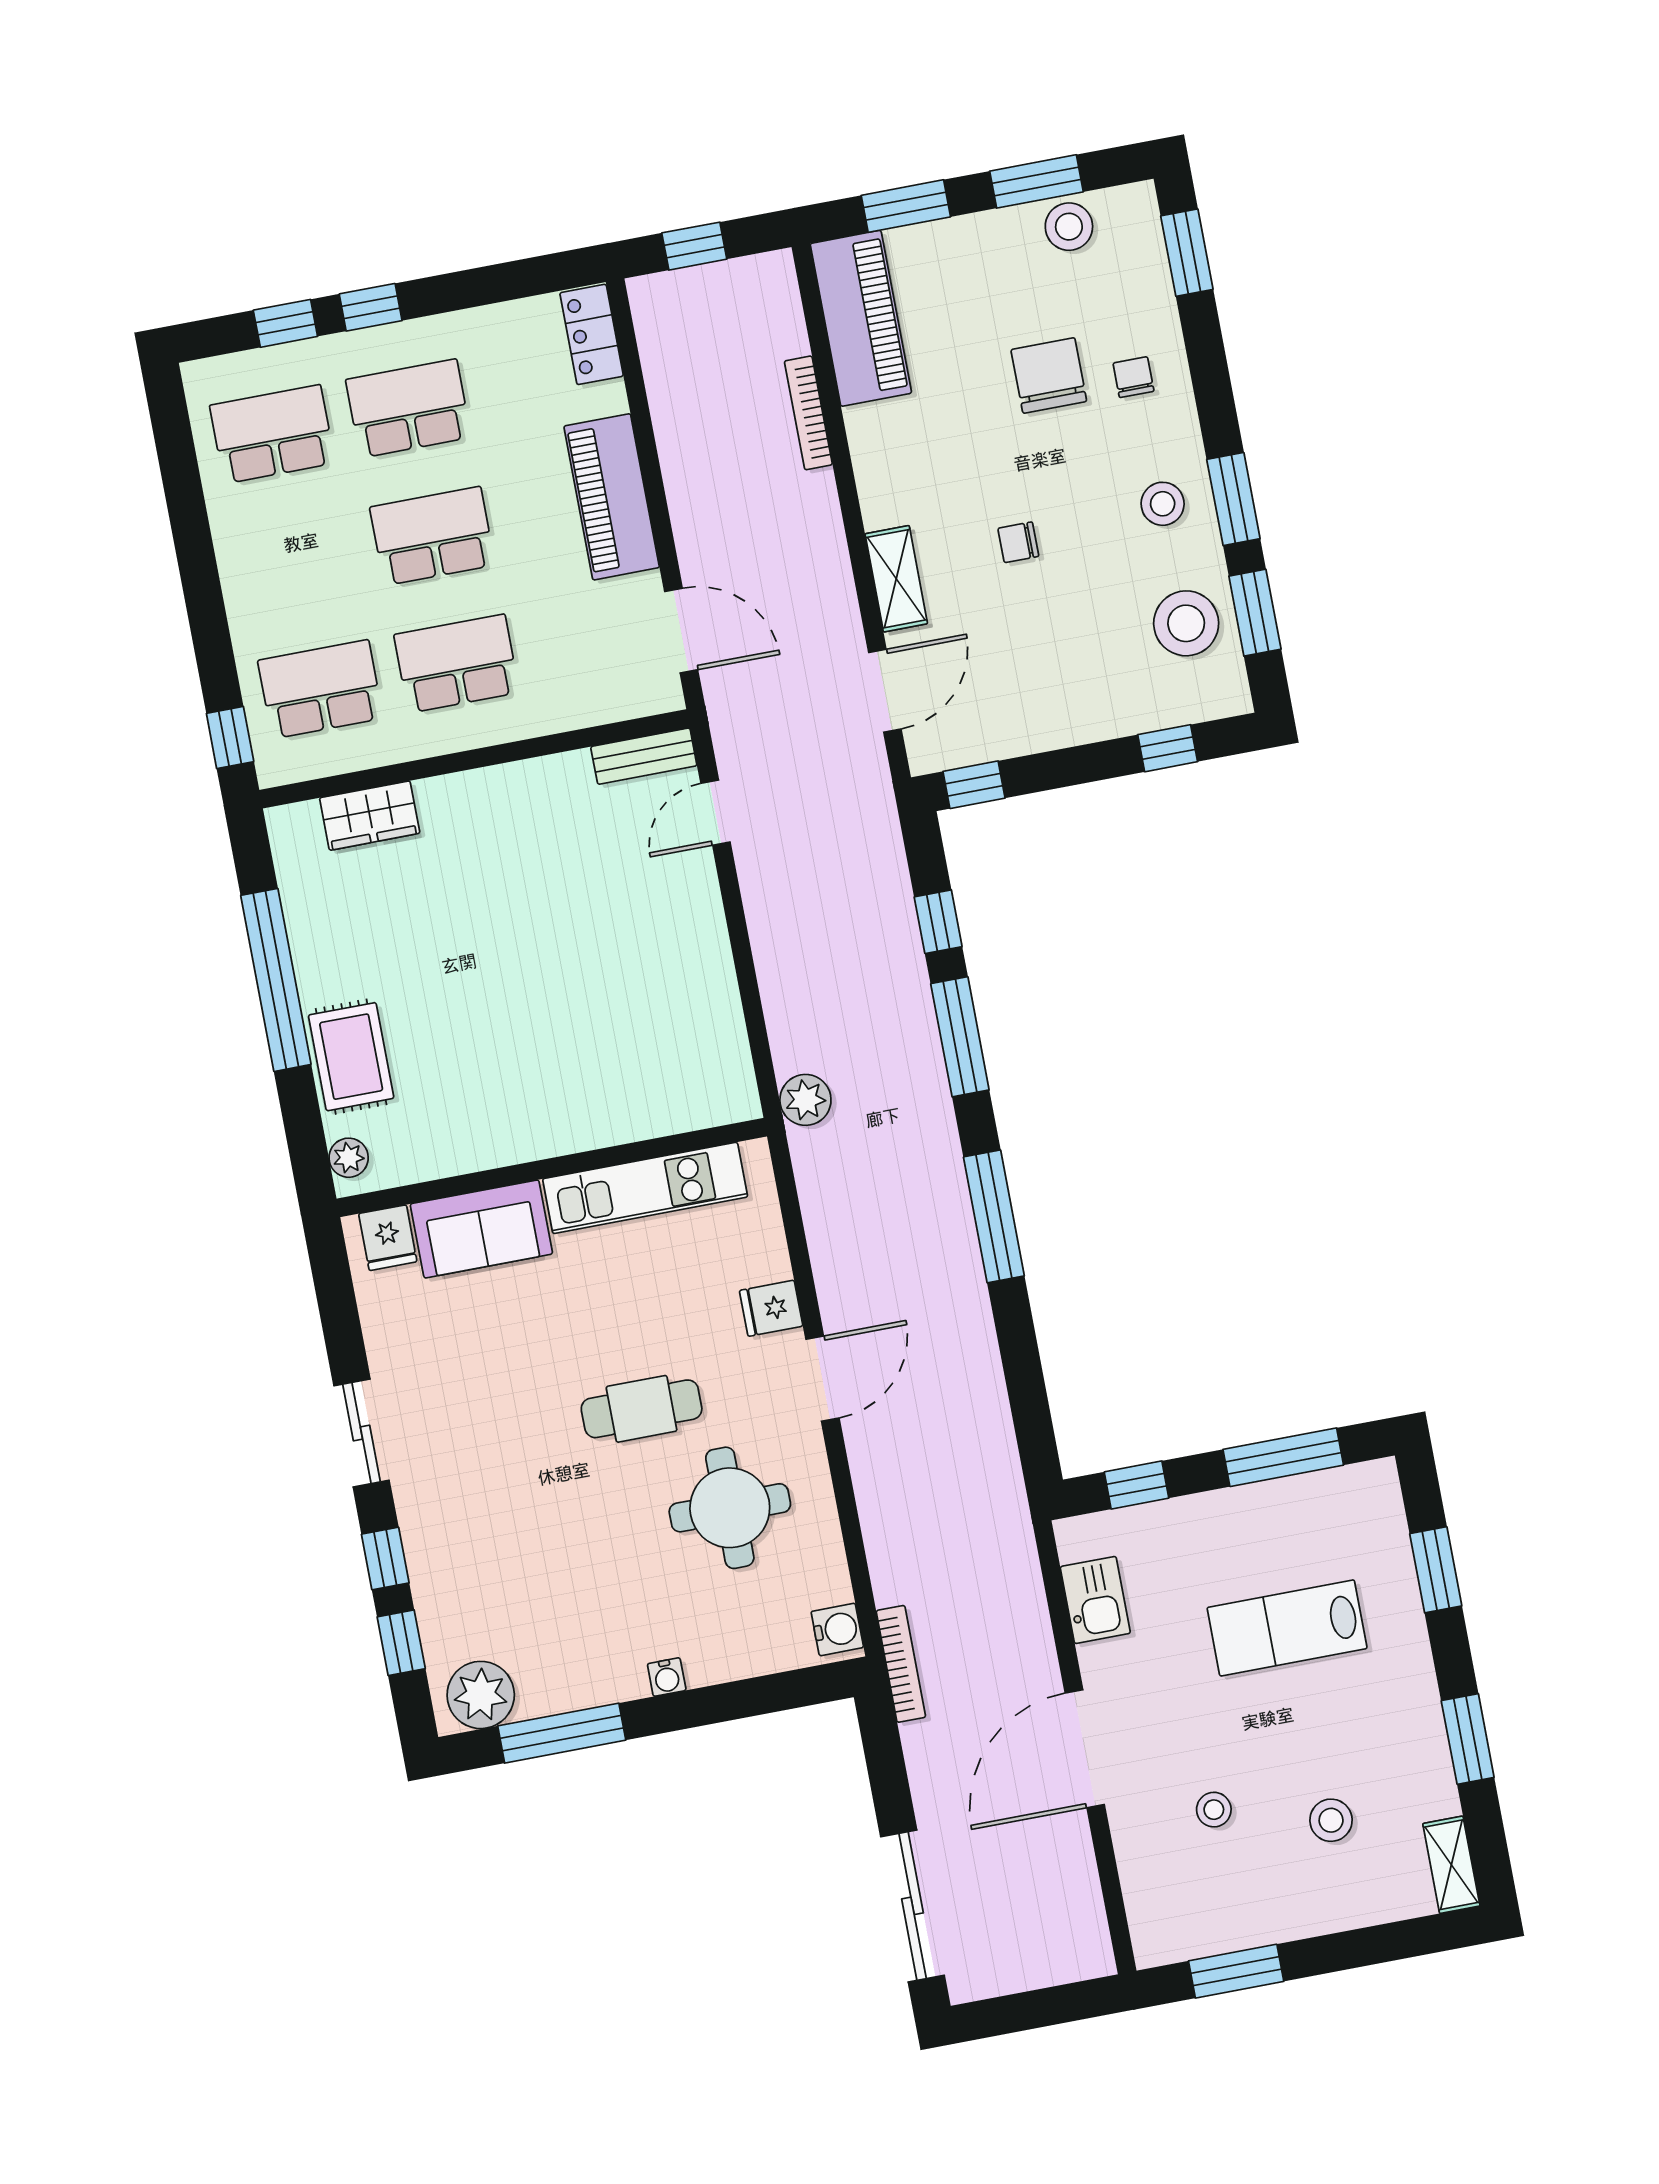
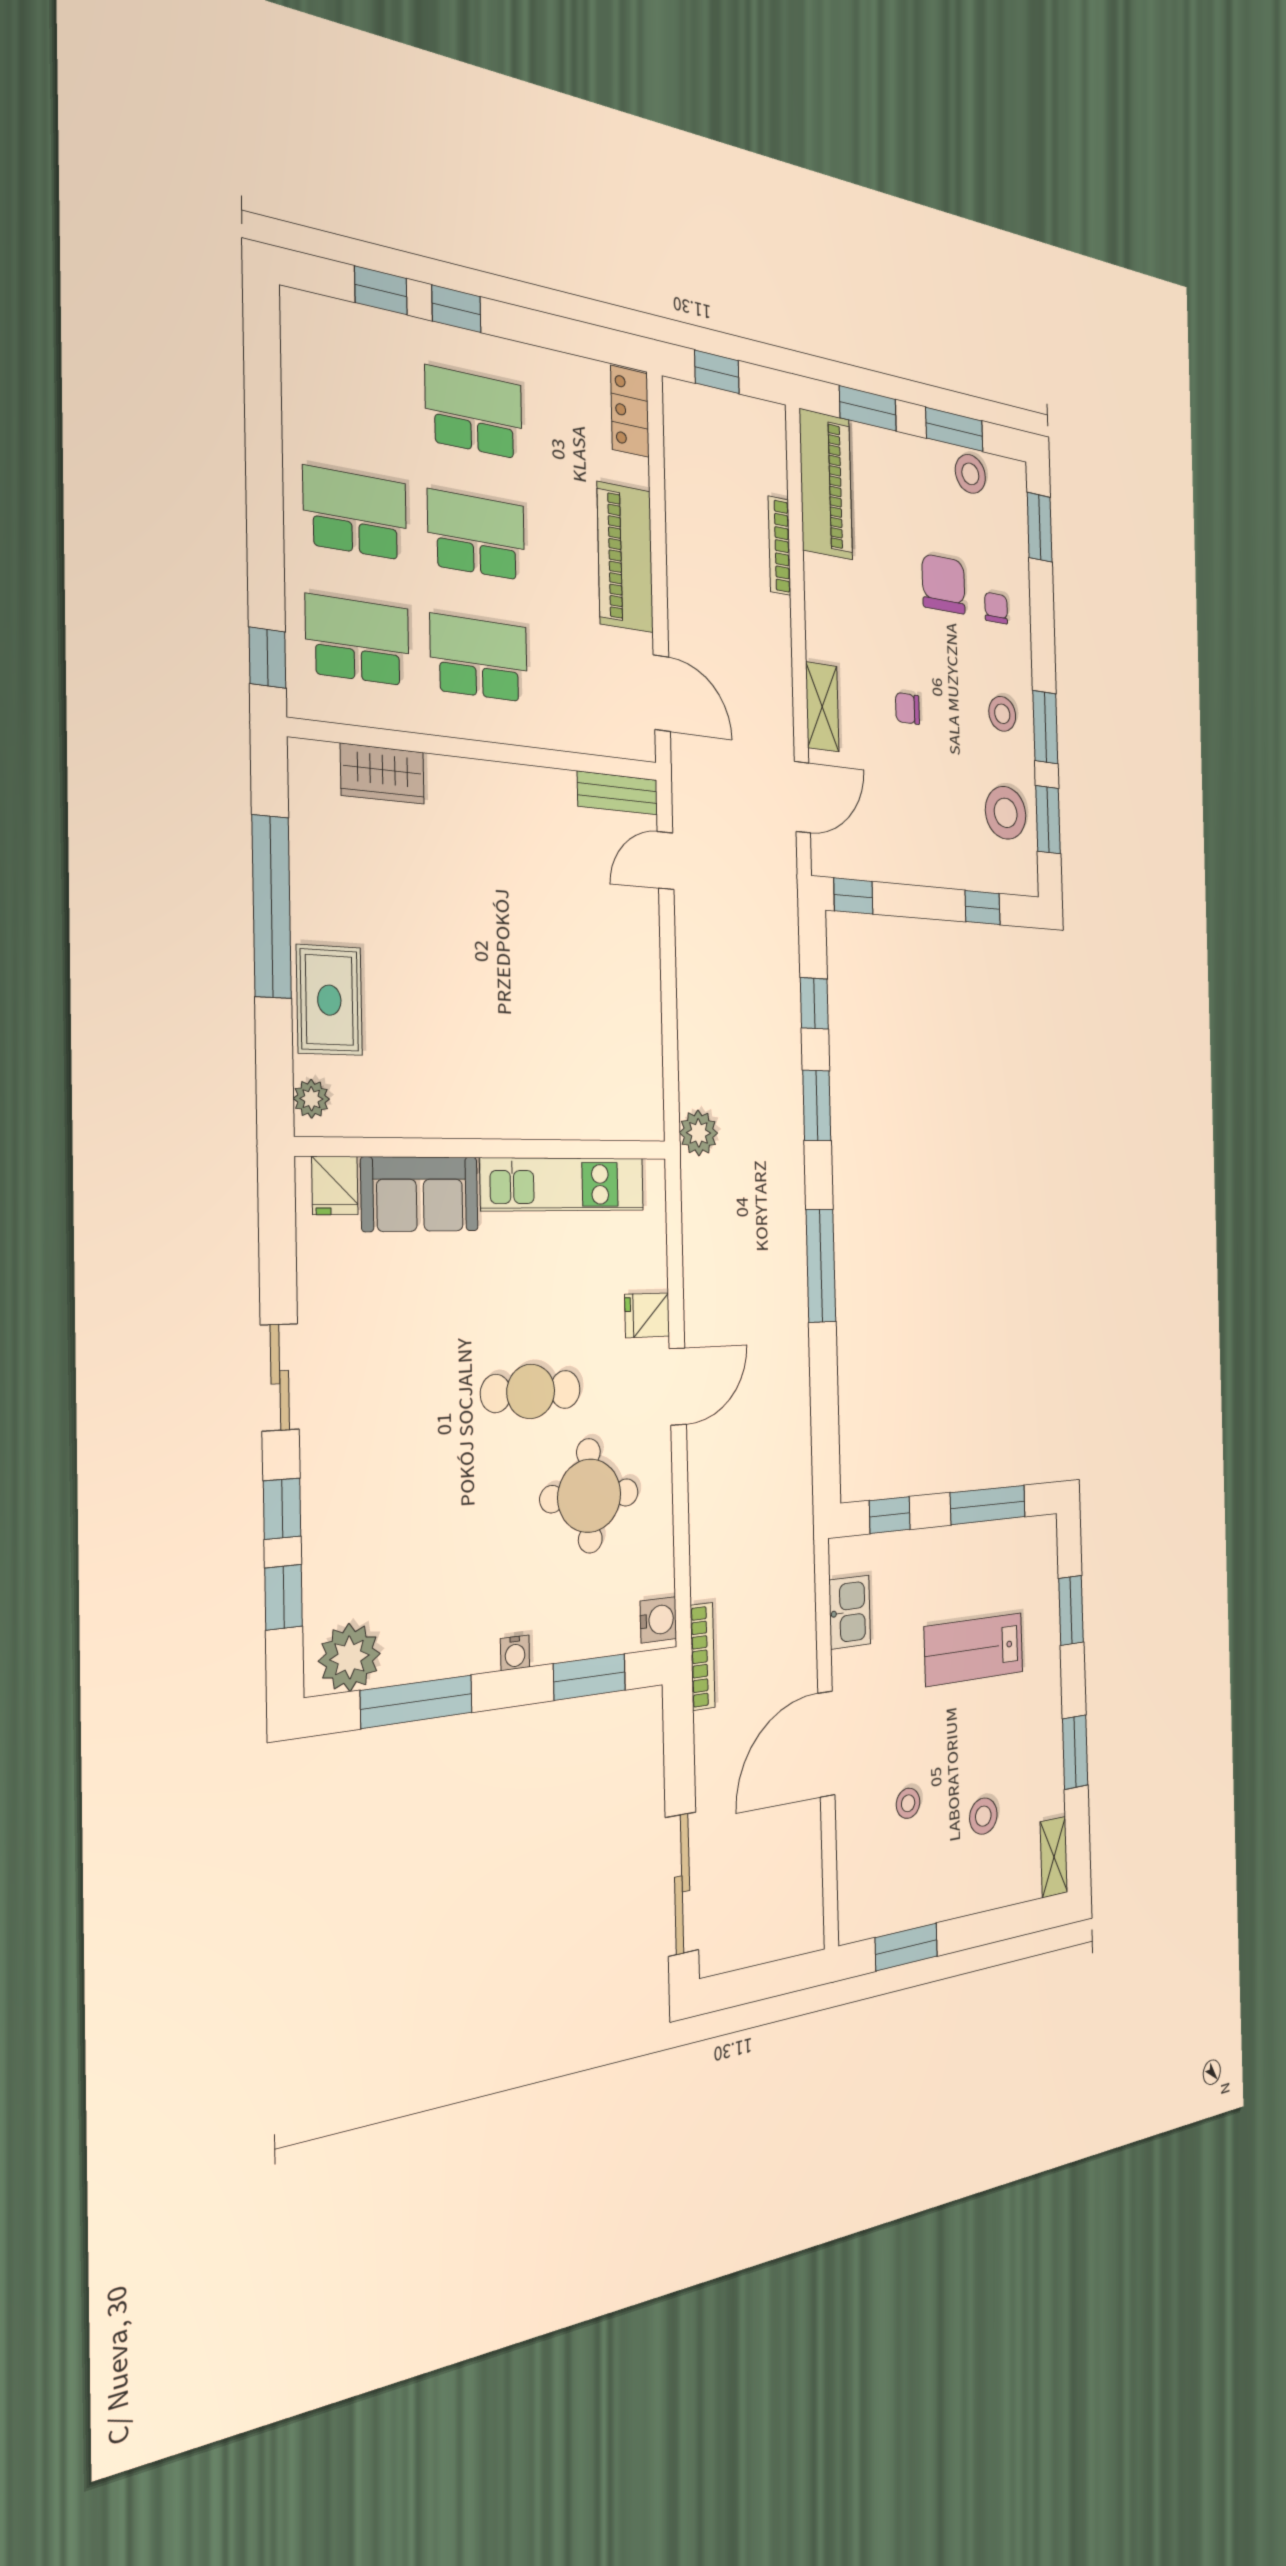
school desk: (272, 434) -> (355, 513), moved
window: (960, 1037) -> (817, 1106), width x0.69
window: (760, 1696) -> (589, 1677), added

